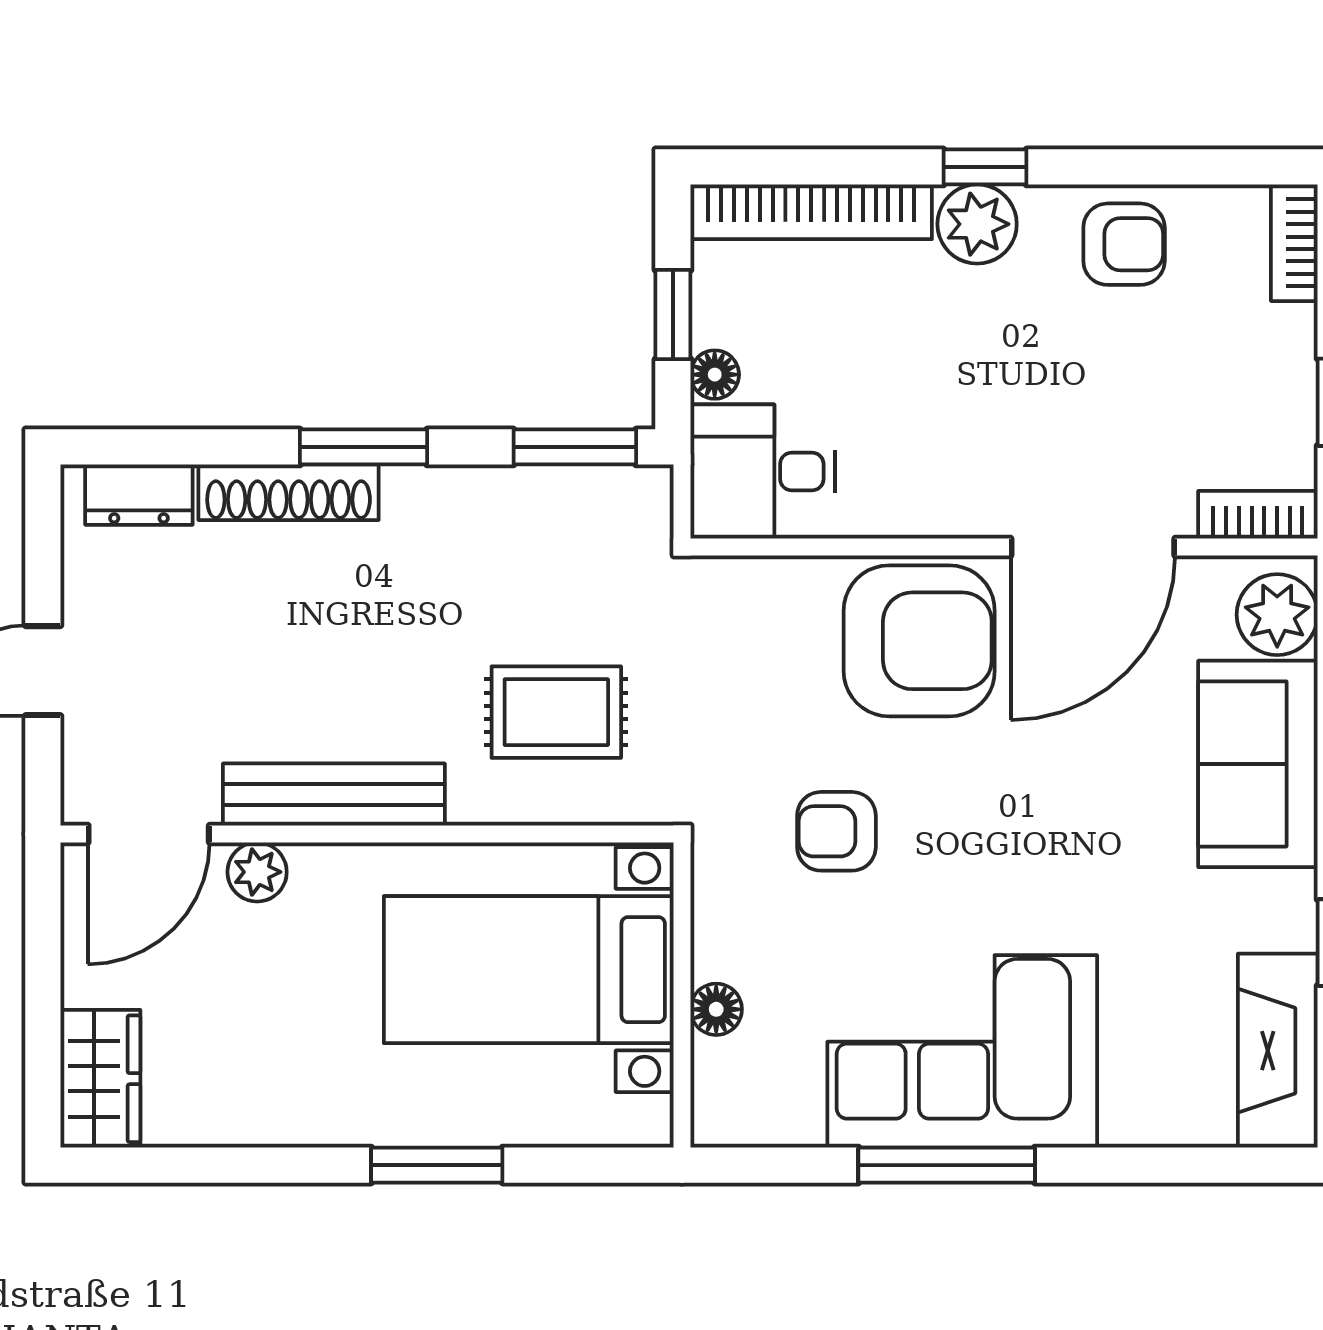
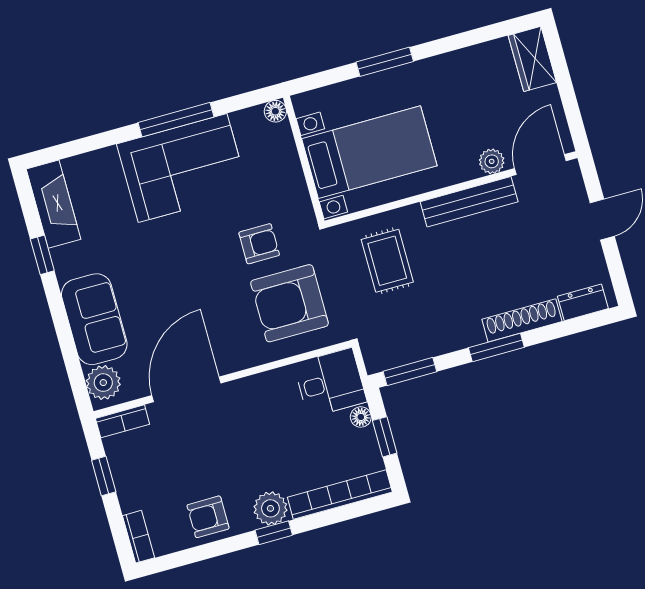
armchair: (919, 641) -> (289, 303), moved
rug: (556, 712) -> (387, 261), turned 90
floor lamp: (716, 1009) -> (275, 111), moved

